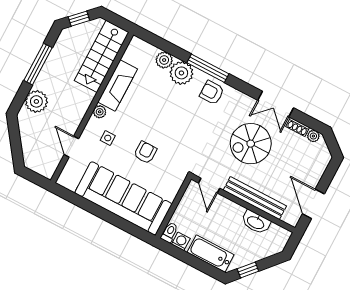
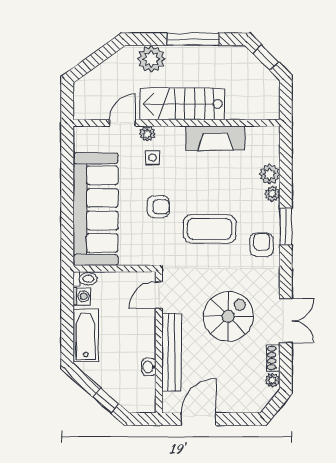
stairs: (102, 56) -> (182, 104), moved
window: (208, 68) -> (286, 227), width x0.69
plant: (181, 73) -> (272, 194), width x0.53, depth x0.53
double door: (276, 104) -> (286, 321), swing flipped
plant: (100, 112) -> (147, 134), moved
coffee table: (181, 124) -> (210, 229), added
spiral stairs: (251, 144) -> (228, 316), turned 90
washbasin: (256, 222) -> (149, 367), width x0.52, depth x0.69
window: (248, 270) -> (106, 401), moved

